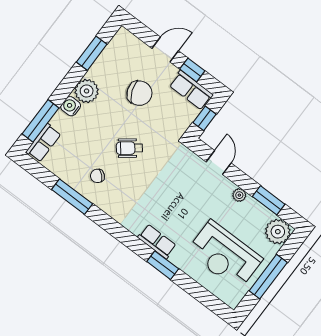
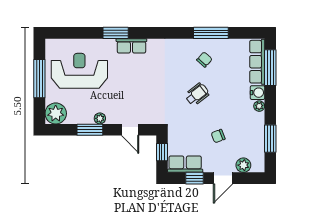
plant: (136, 47) -> (243, 165), added
plant: (87, 91) -> (259, 106), width x0.53, depth x0.53
chair: (139, 93) -> (218, 136), width x0.54, depth x0.54
row of seats: (43, 143) -> (257, 62), width x1.48
window: (269, 200) -> (90, 130), moved

